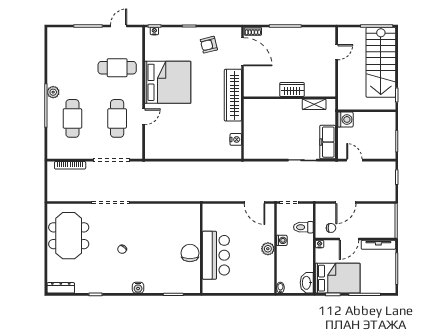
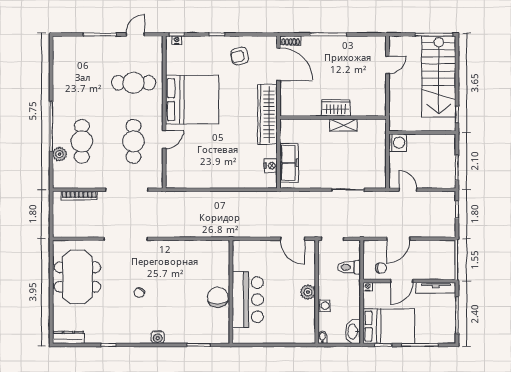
plant: (53, 92) -> (60, 154), moved
shelving: (314, 104) -> (343, 125), moved
freezer: (328, 142) -> (289, 163), moved, turned 180
washing machine: (282, 240) -> (324, 306), moved

